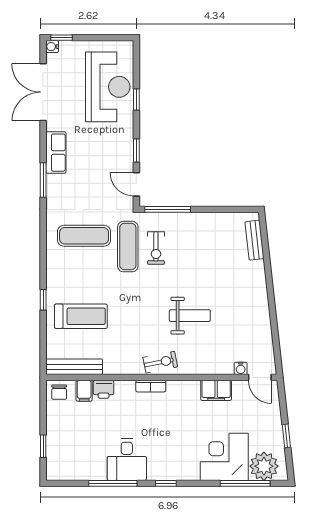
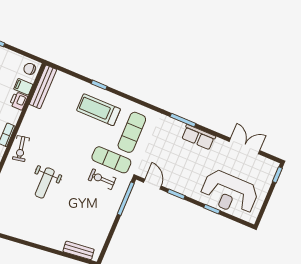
water cooler: (52, 47) -> (274, 166), removed
double door: (43, 92) -> (244, 146), width x0.73
door: (136, 184) -> (152, 184), hinge flipped
treadmill: (81, 316) -> (99, 110), moved, turned 90

